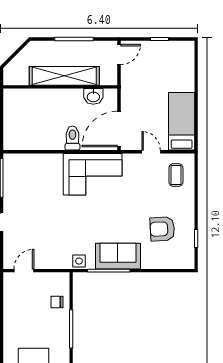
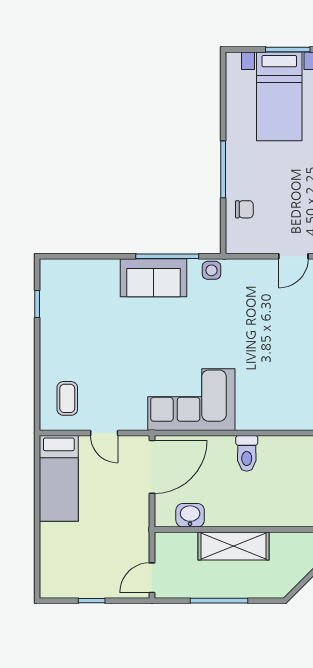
shelving: (64, 76) -> (233, 546), width x0.68
toilet: (72, 138) -> (247, 453), moved
armchair: (162, 229) -> (88, 318), removed

